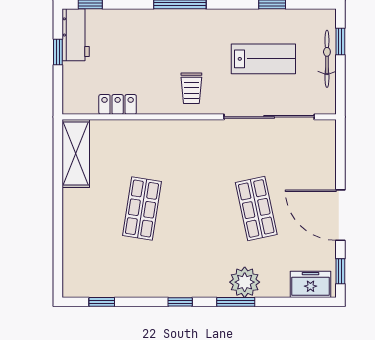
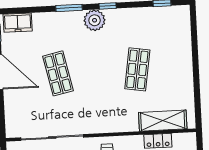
shelving: (76, 154) -> (163, 121), moved, turned 90
plant: (245, 282) -> (95, 20), moved

